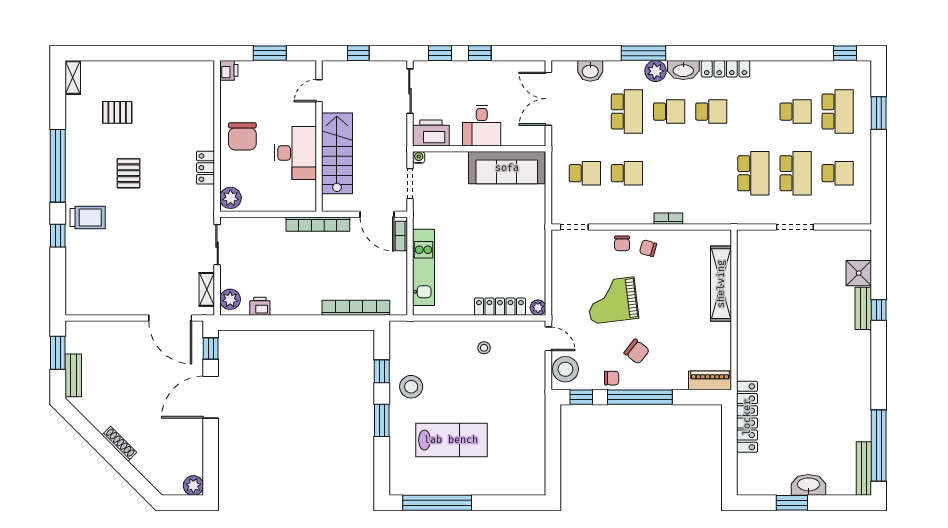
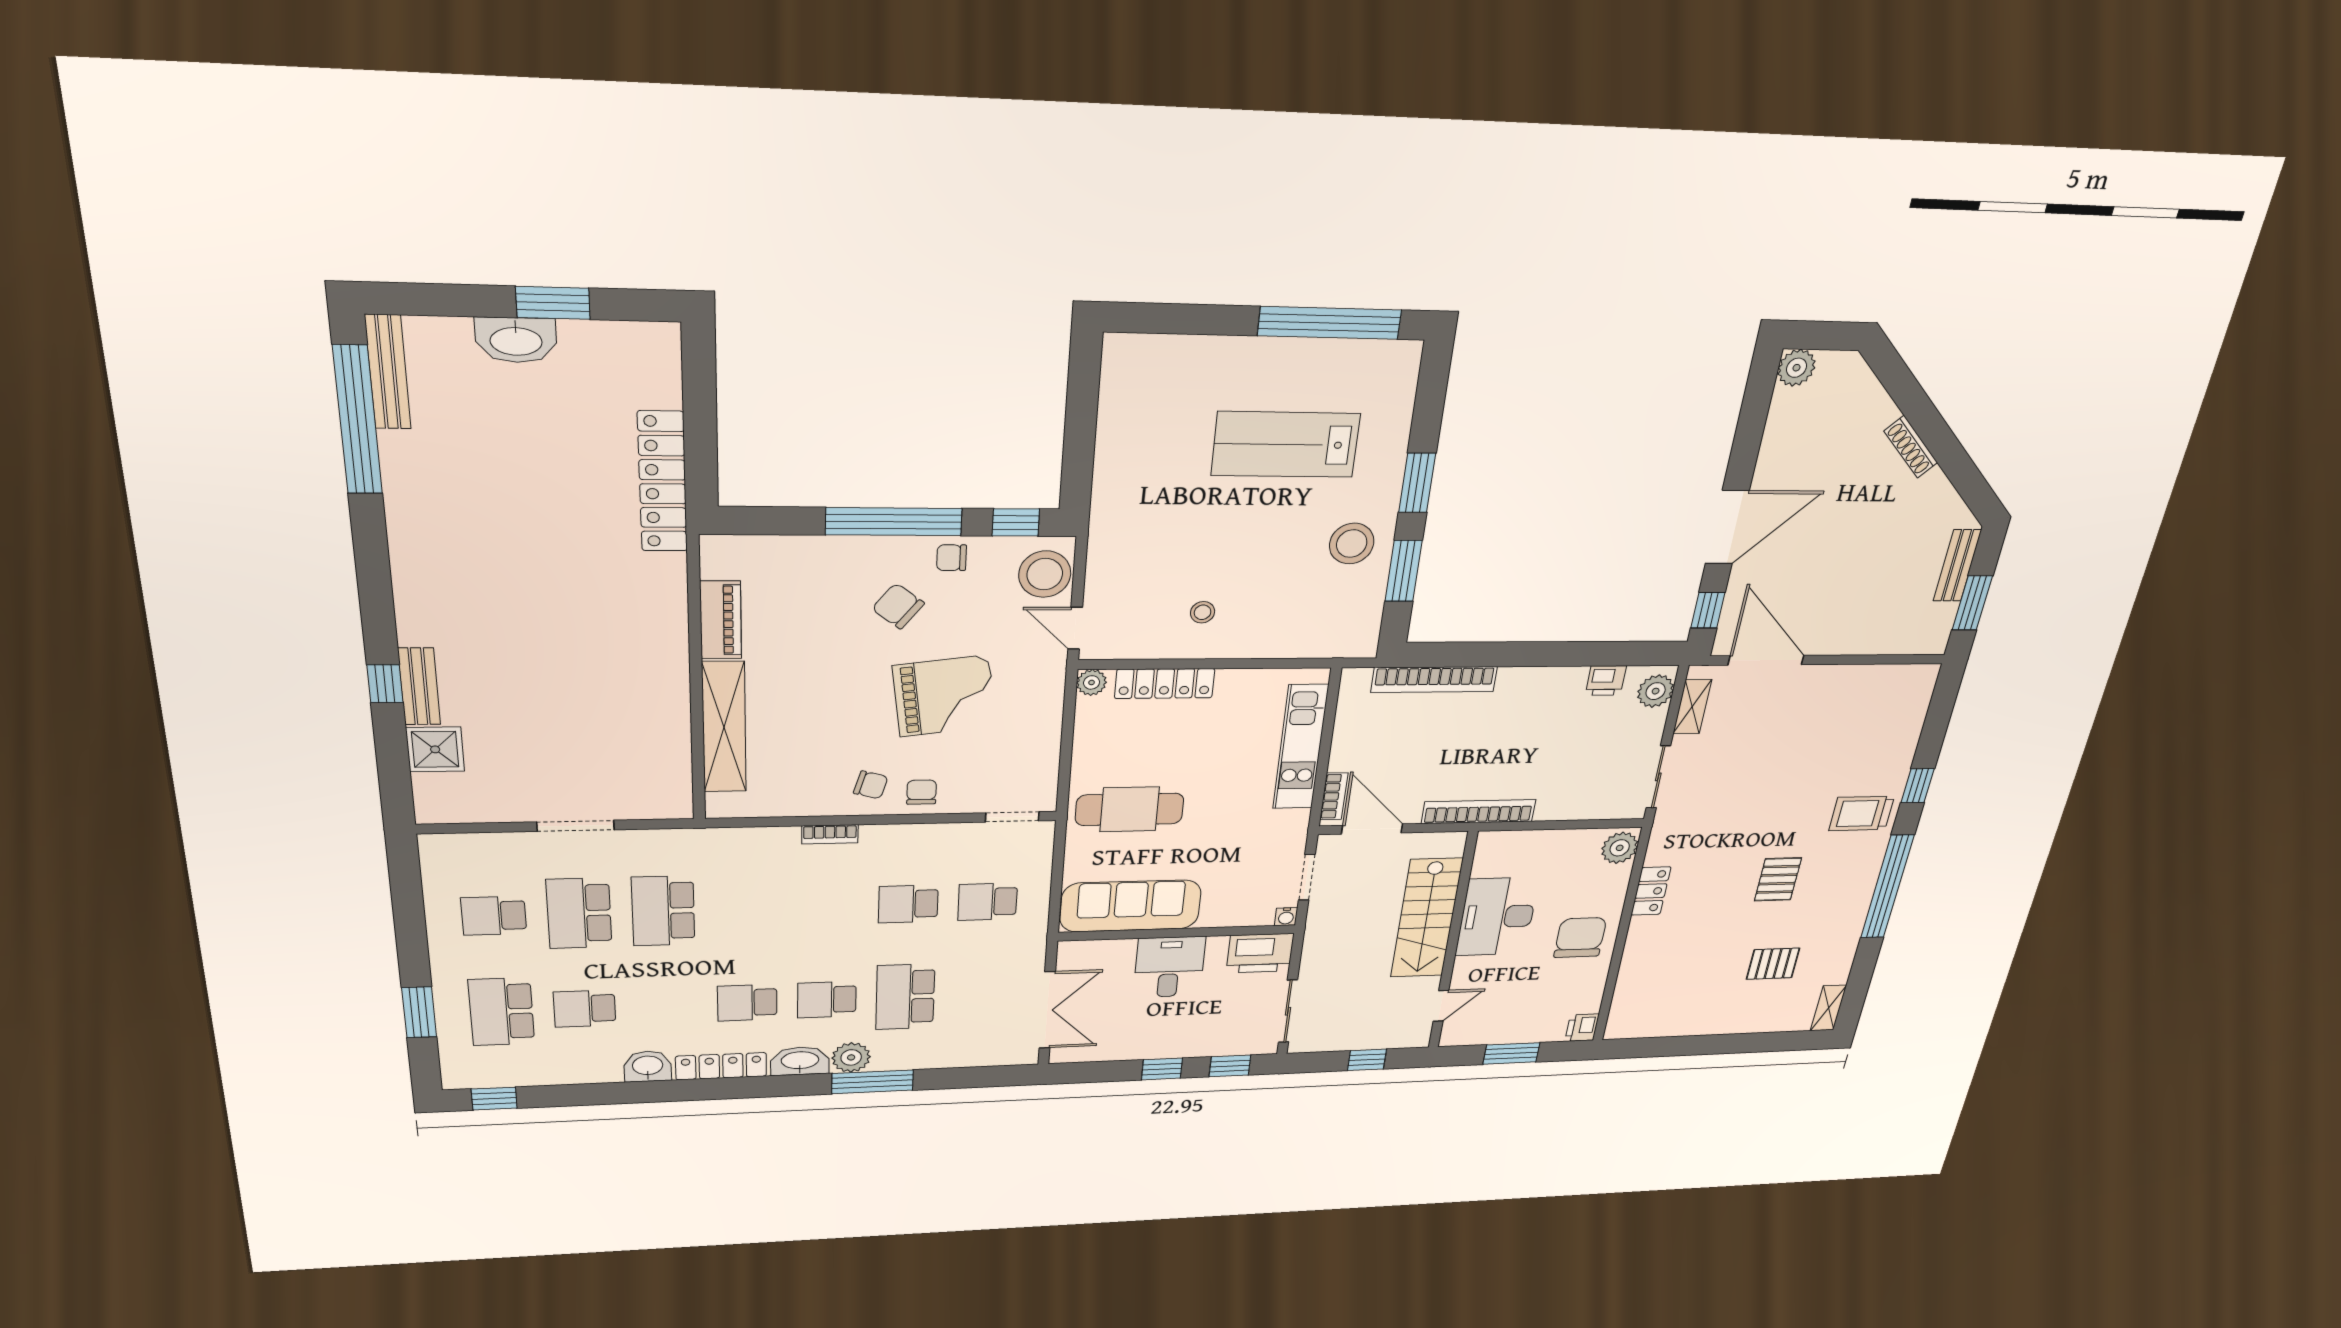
washbasin: (590, 71) -> (648, 1066), moved
cafe table: (512, 230) -> (1130, 809), added
window: (382, 371) -> (1404, 571), width x1.50
piano: (710, 380) -> (721, 620), moved, turned -90

